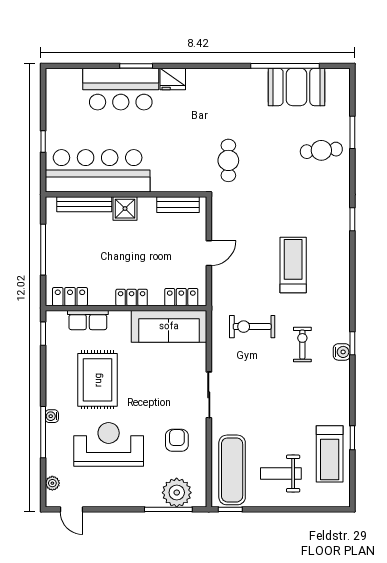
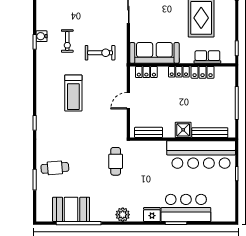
plant: (218, 79) -> (123, 215), added
locker: (70, 297) -> (203, 72), moved

